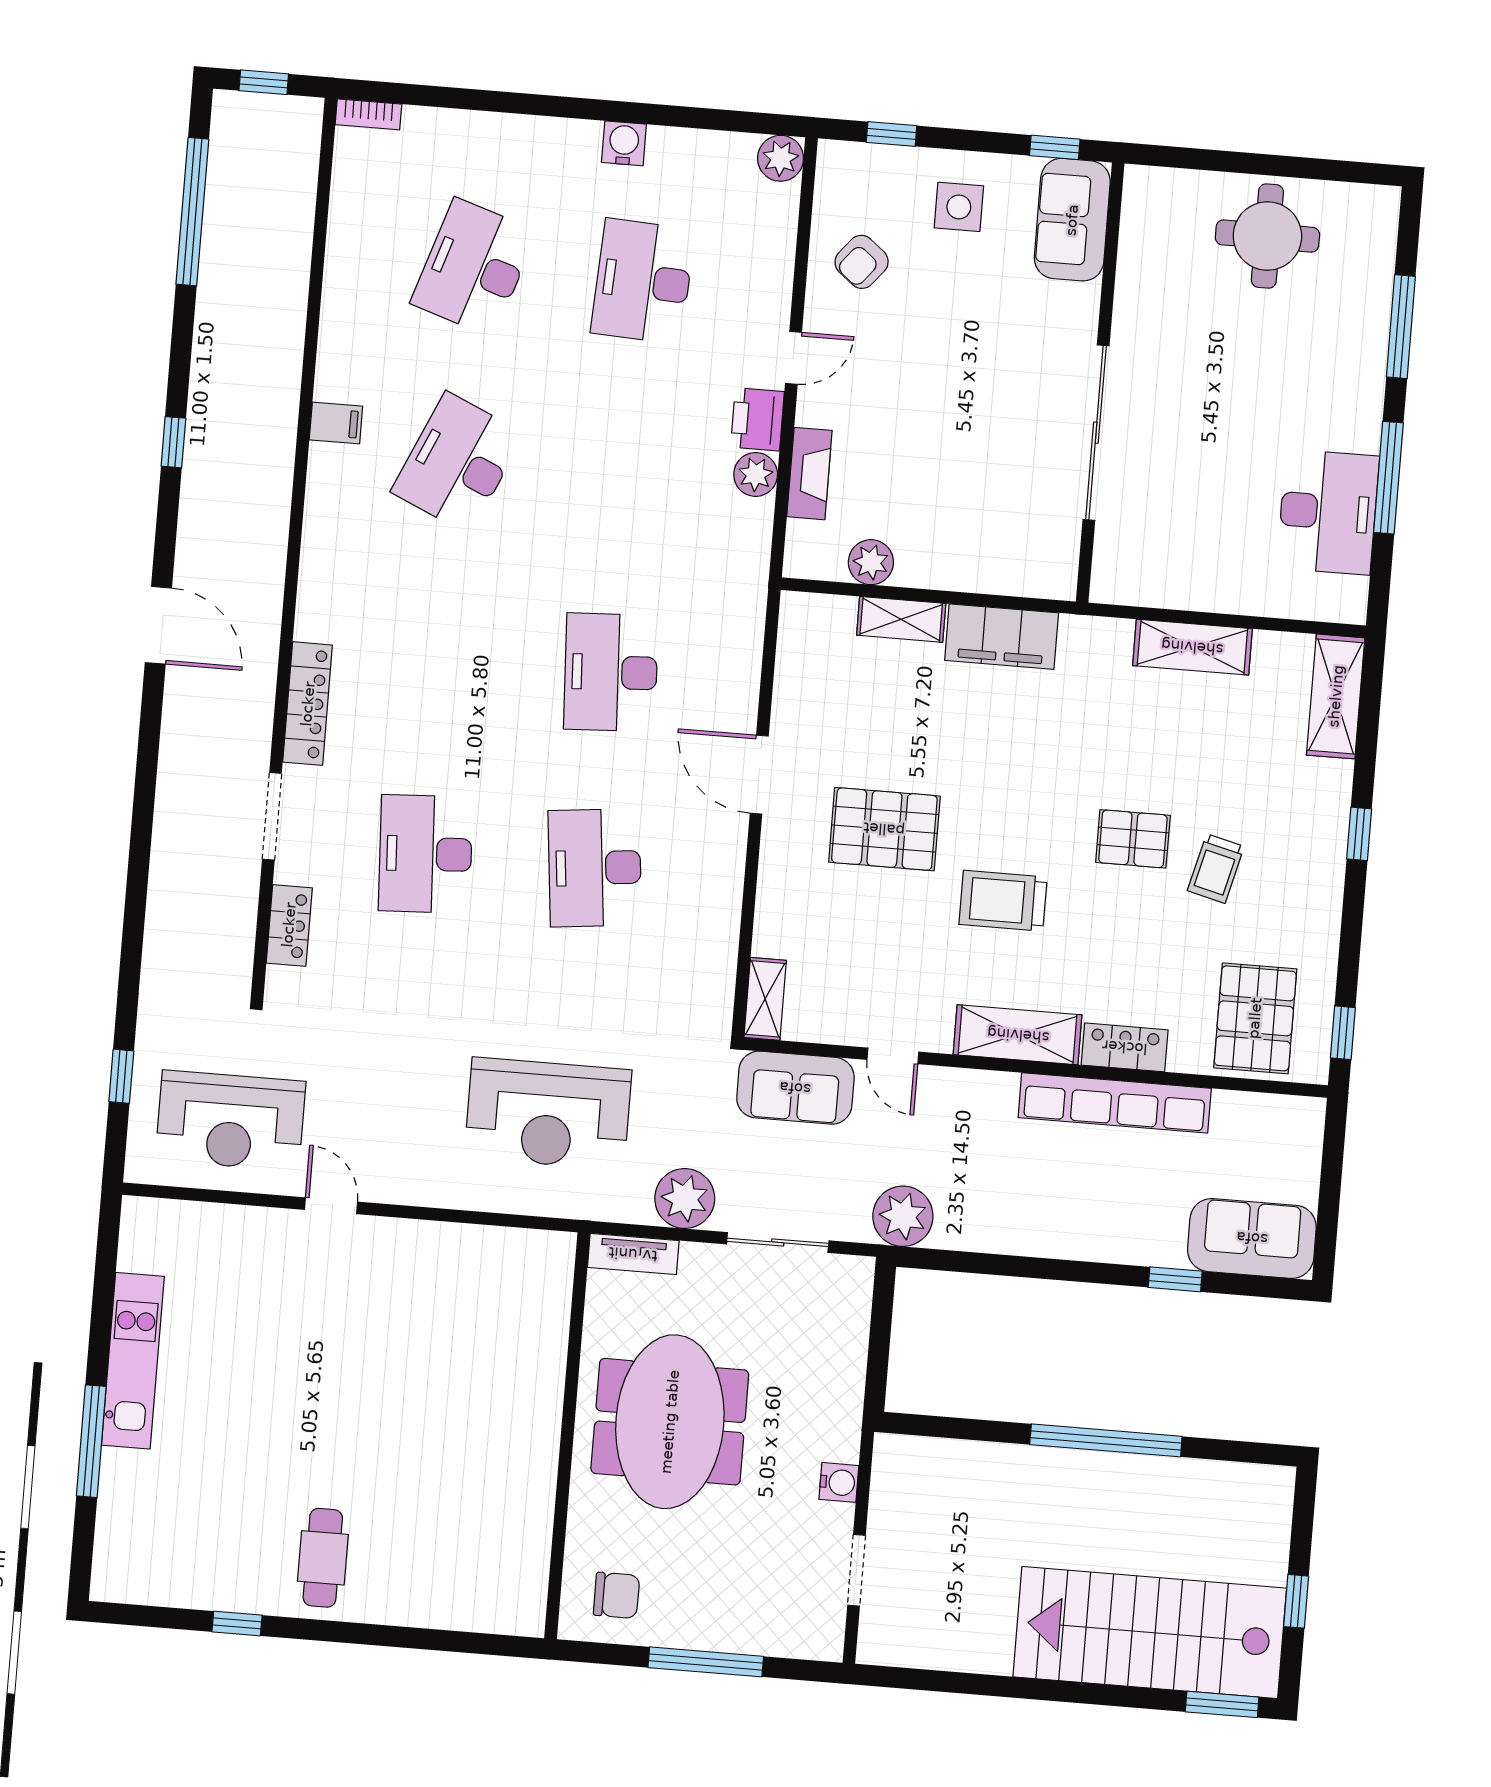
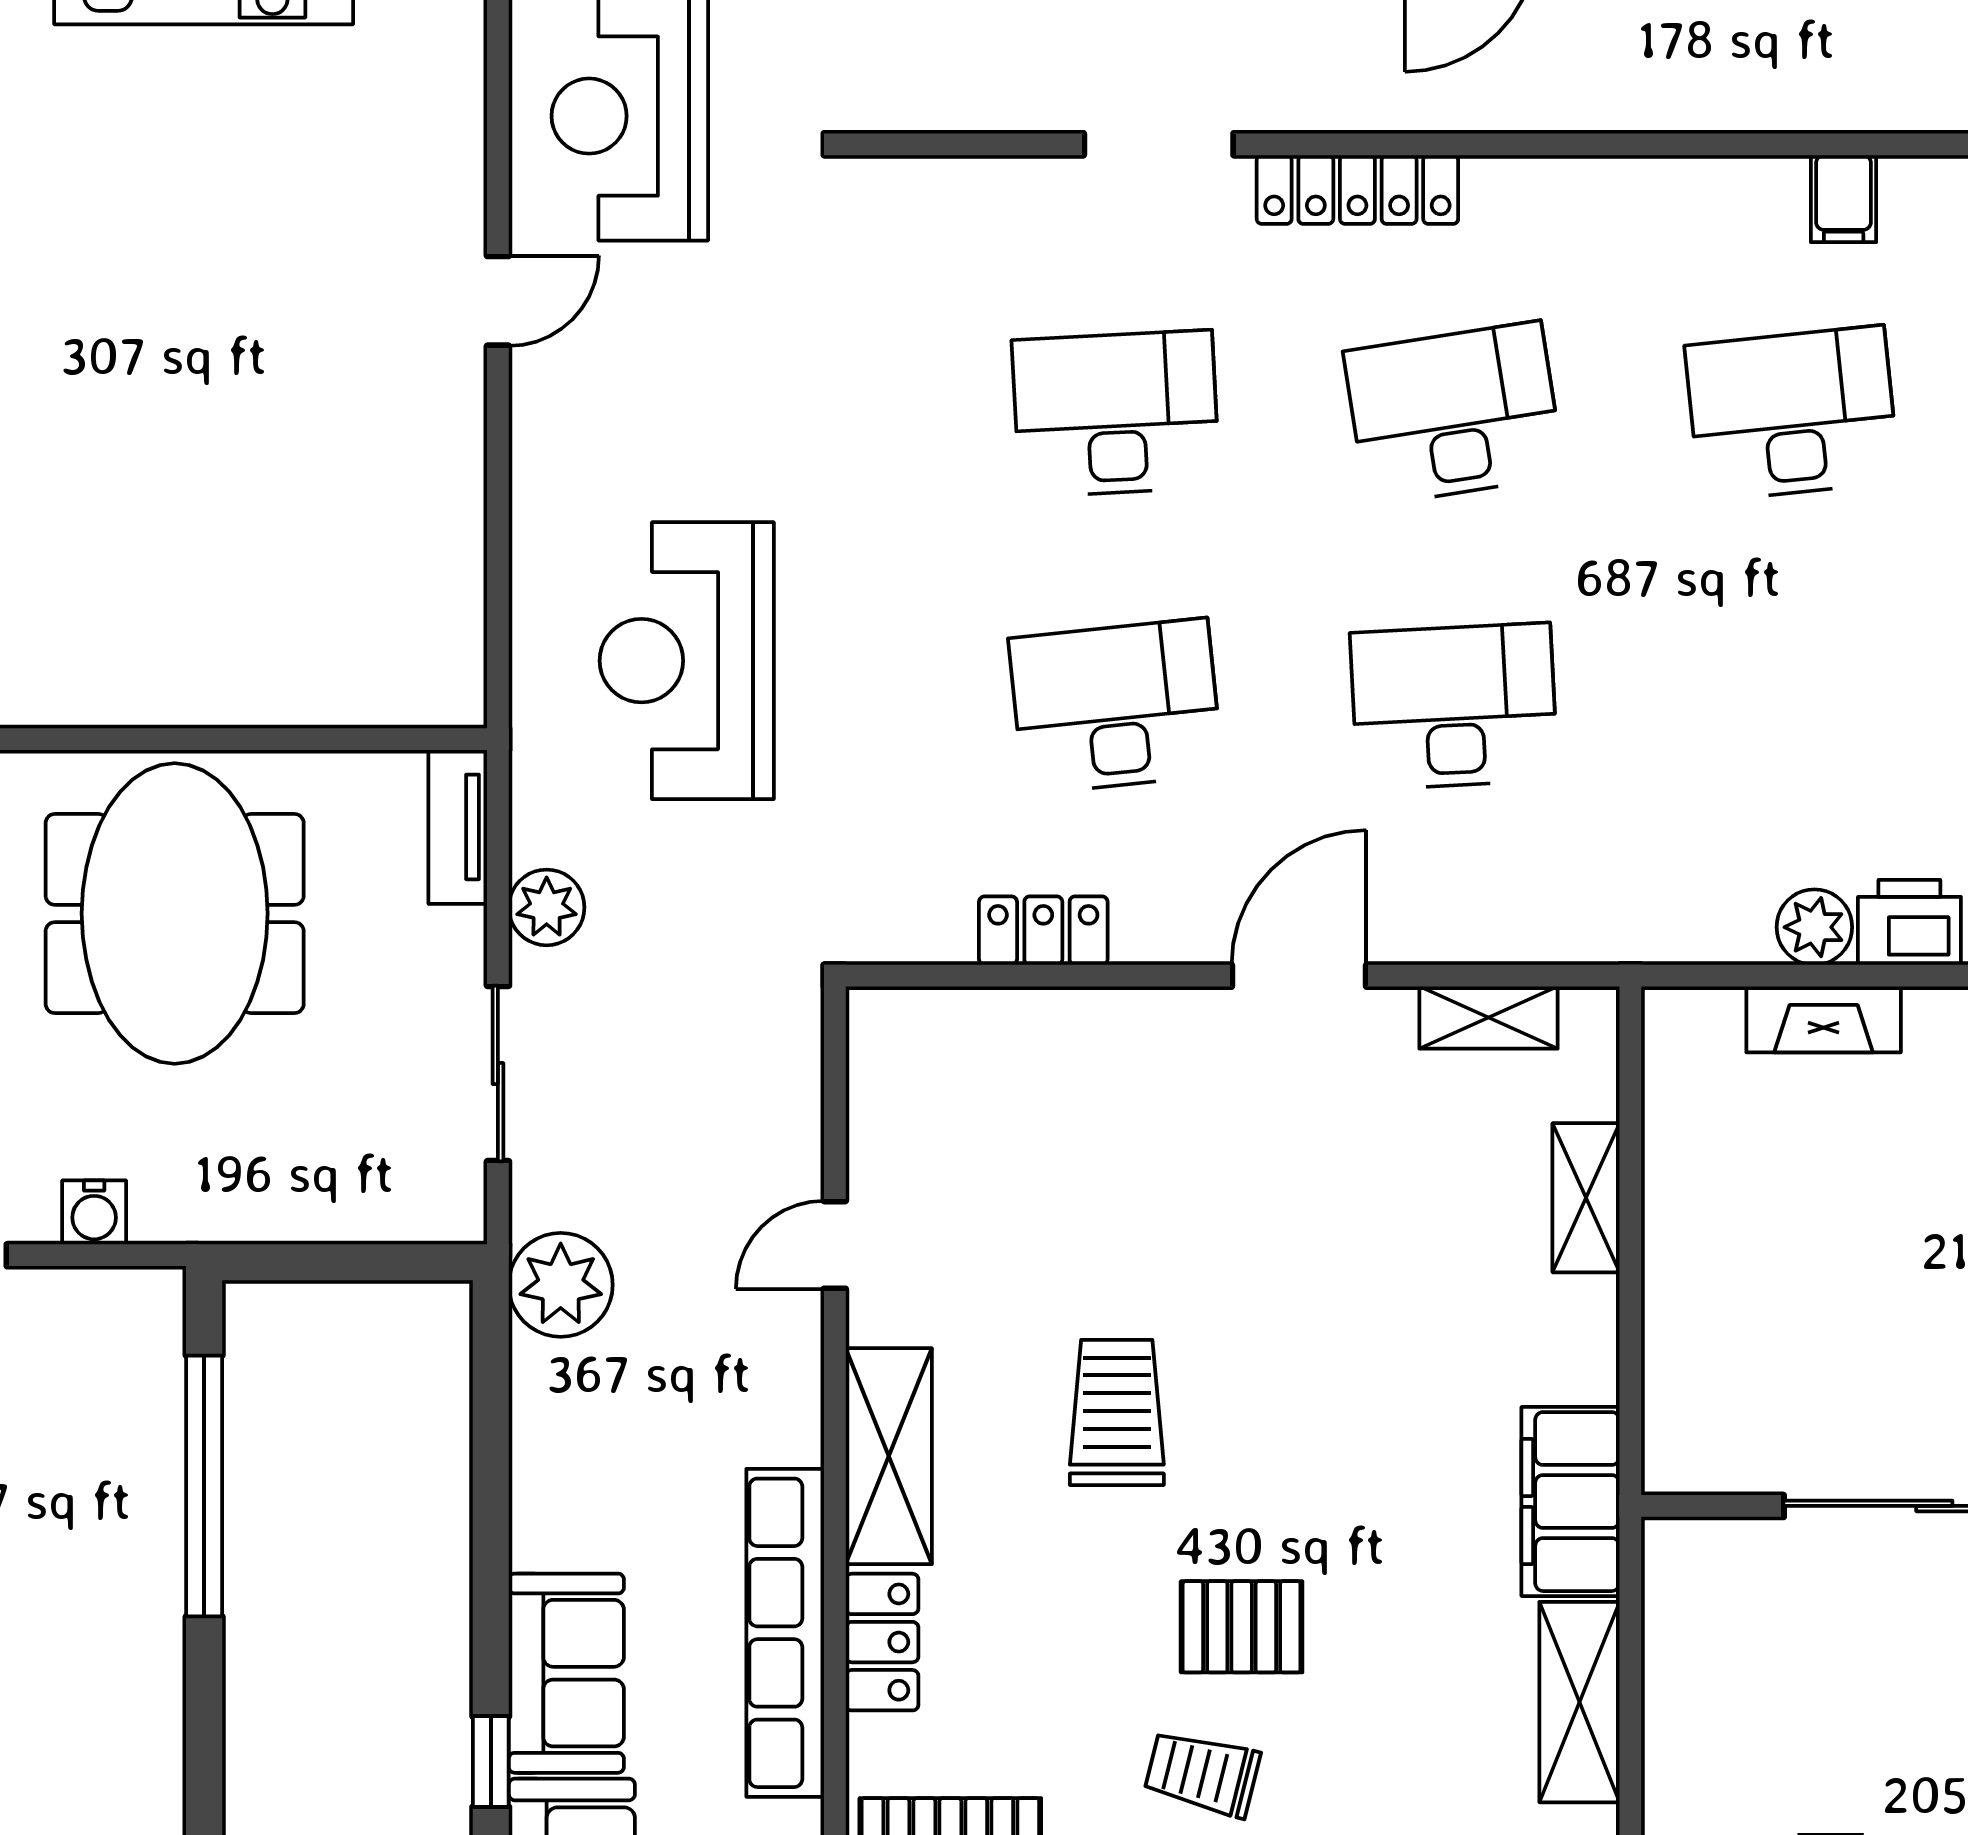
desk: (458, 463) -> (1792, 414), turned -30
plant: (871, 562) -> (1680, 1138), removed
filing cabinet: (1002, 637) -> (1571, 1502), moved
desk: (442, 658) -> (1454, 414), added
pallet: (884, 829) -> (1223, 1199), removed
pallet: (1133, 839) -> (1242, 1627), turned 90
locker: (289, 925) -> (1043, 931), moved, turned 180
shelving: (765, 999) -> (1488, 1018), moved
sofa: (795, 1088) -> (566, 1673), moved, turned 180
plant: (685, 1198) -> (547, 907), width x0.73, depth x0.73
meeting table: (670, 1422) -> (175, 913), turned 90
window: (1106, 1440) -> (204, 1486), moved

